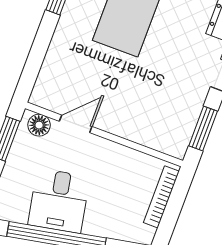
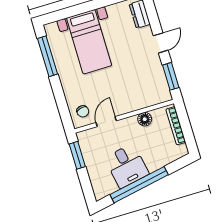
chair: (56, 88) -> (83, 111), added
floor lamp: (39, 125) -> (145, 119), moved

